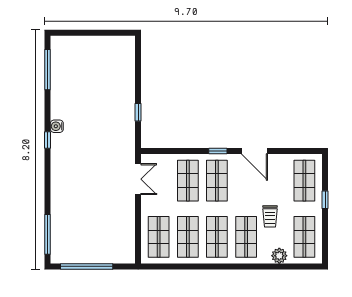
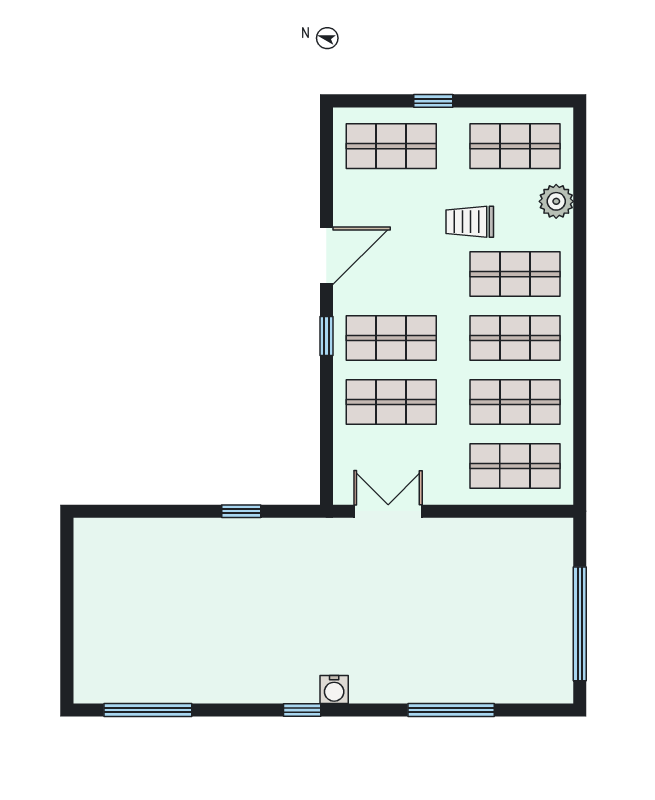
water cooler: (57, 126) -> (334, 689), moved
trolley: (270, 216) -> (470, 222), turned 180
window: (47, 234) -> (451, 710), moved

